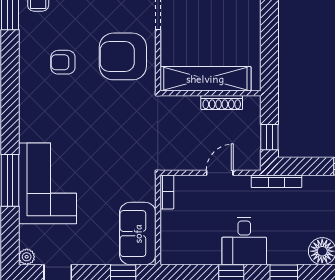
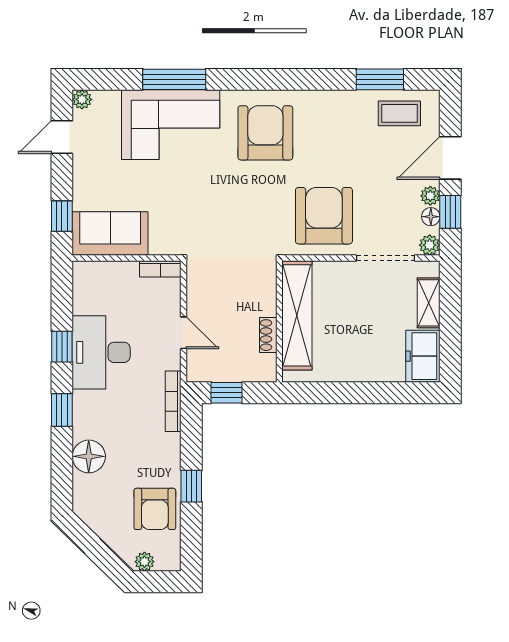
armchair: (63, 62) -> (265, 133), moved, width x1.88, depth x1.88
shoe rack: (222, 103) -> (268, 335), width x0.70
desk: (244, 241) -> (101, 352), width x1.37

